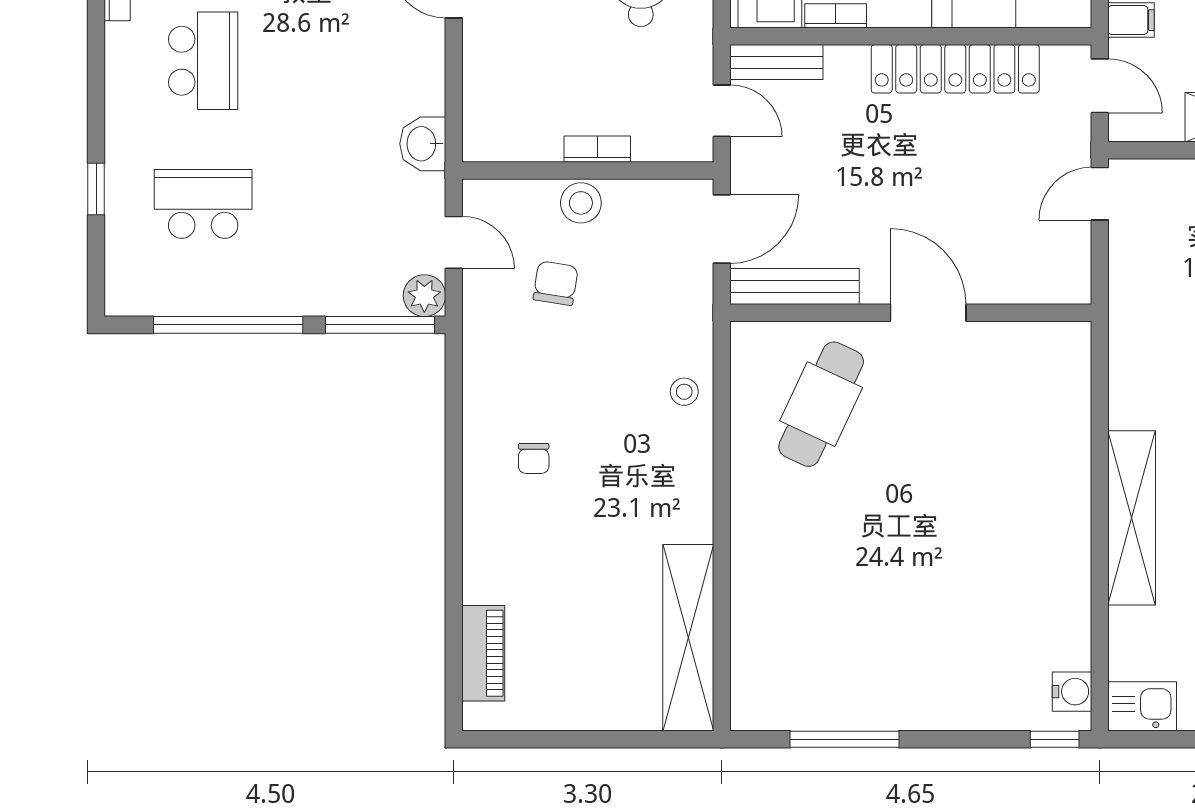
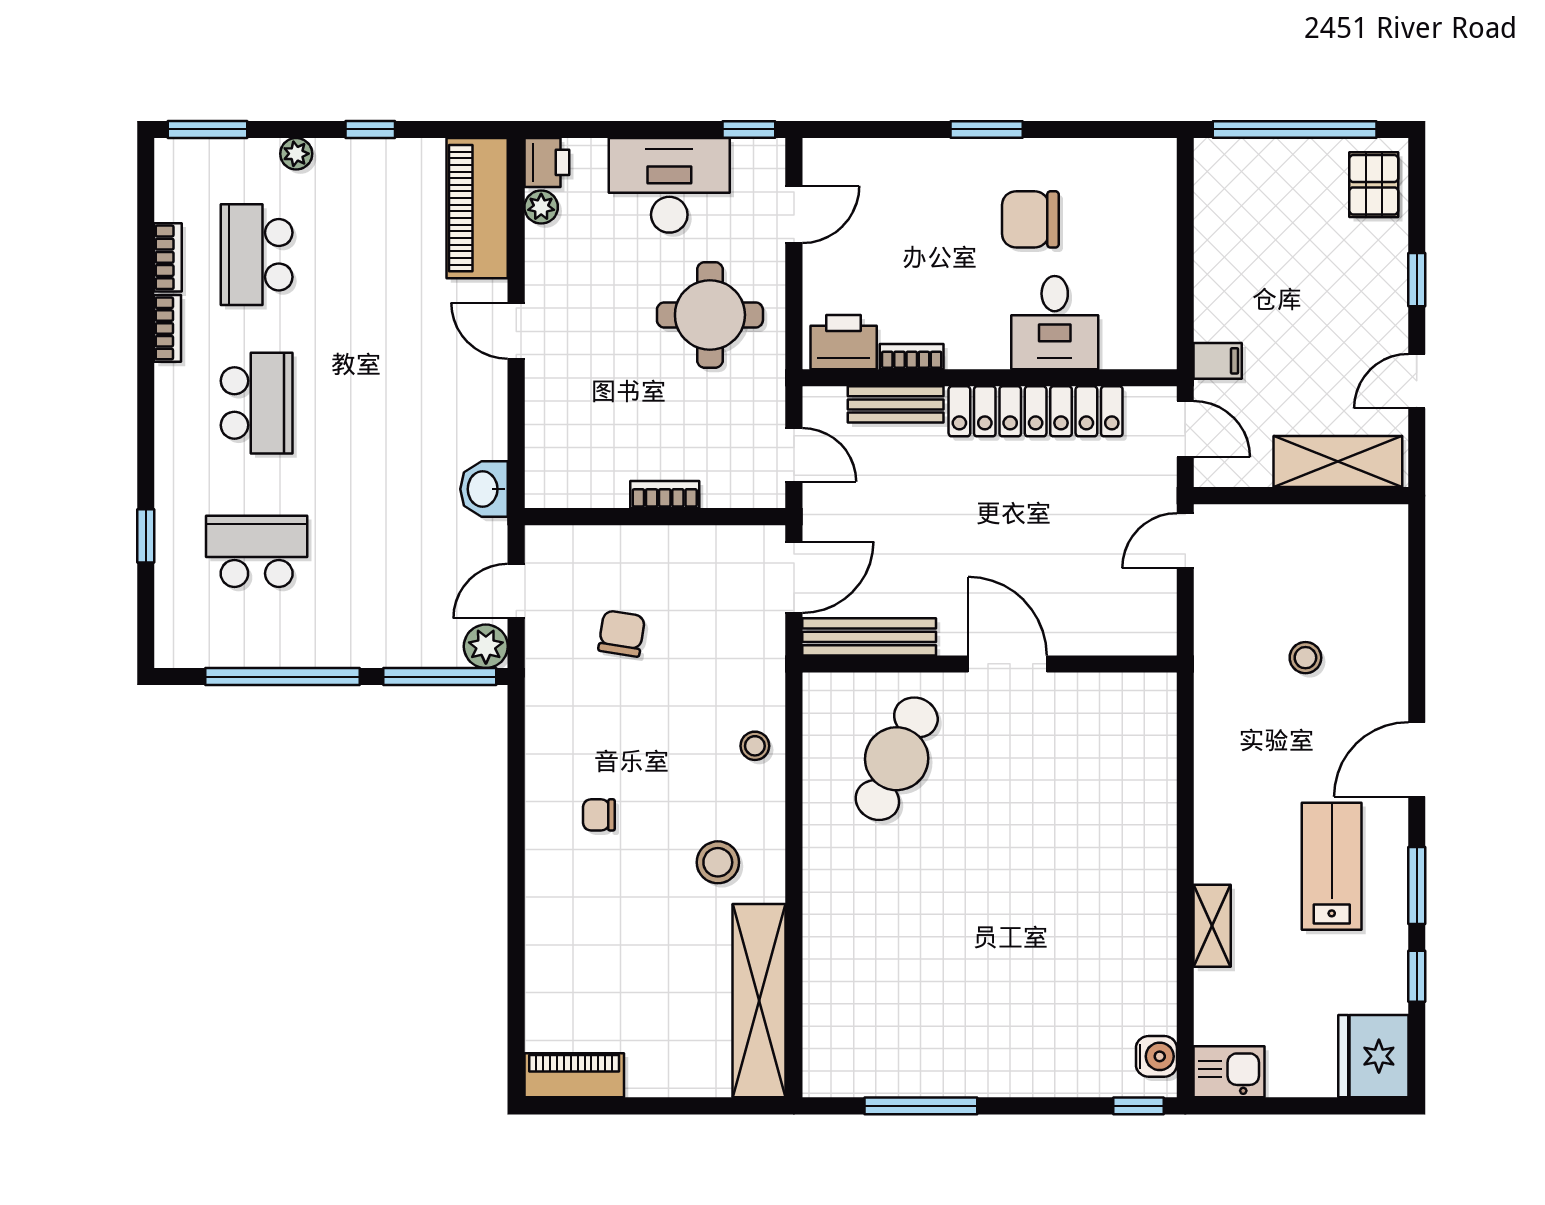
bench: (777, 62) -> (896, 404), moved
stool: (581, 203) -> (718, 862), moved
door: (454, 242) -> (516, 591), swing flipped
chair: (534, 458) -> (599, 815), turned 90
shelving: (1132, 518) -> (1212, 926), width x0.45, depth x0.75
piano: (483, 653) -> (574, 1075), moved, turned -90

